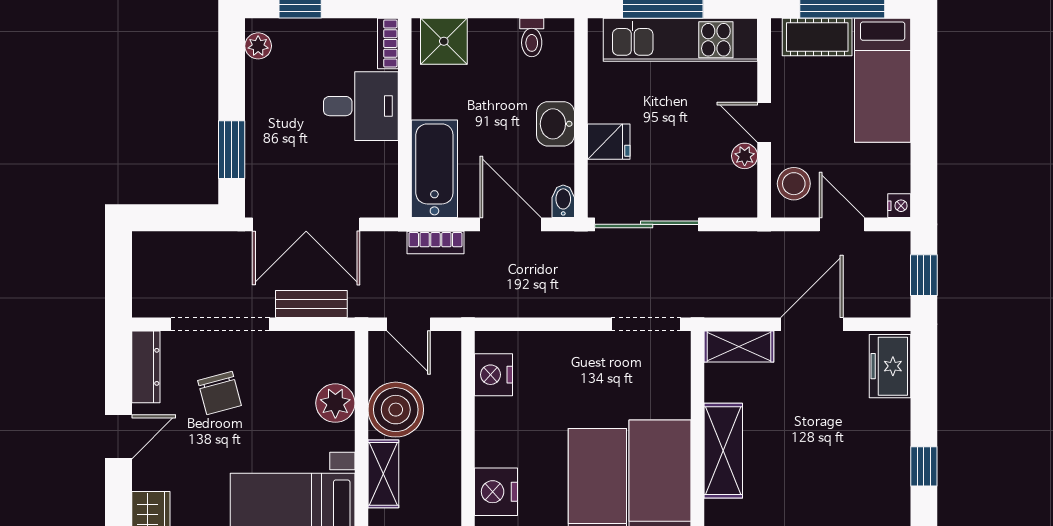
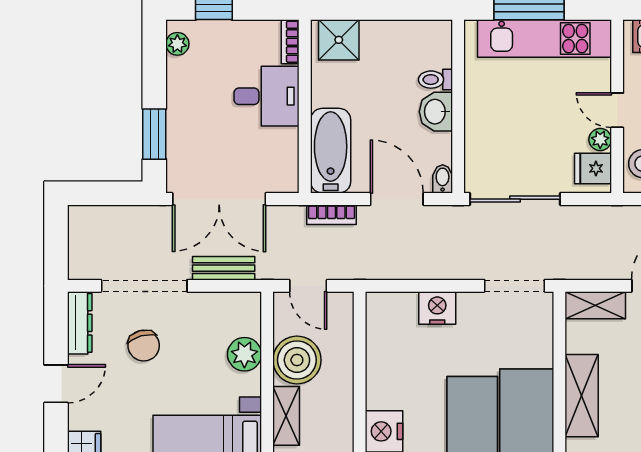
toilet: (532, 37) -> (435, 80), moved, turned 90
fridge: (609, 142) -> (593, 168), moved, turned 180
nightstand: (494, 375) -> (437, 308), moved, turned 90

